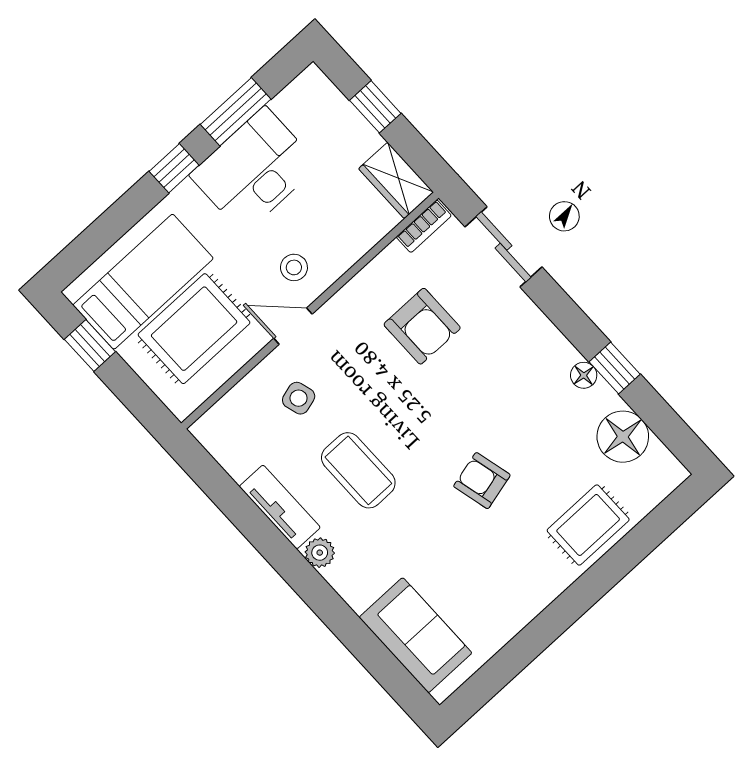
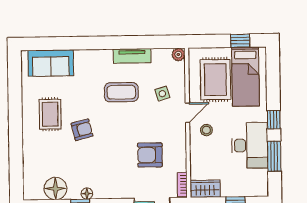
rug: (588, 525) -> (50, 114), moved
plant: (320, 553) -> (178, 55), moved

